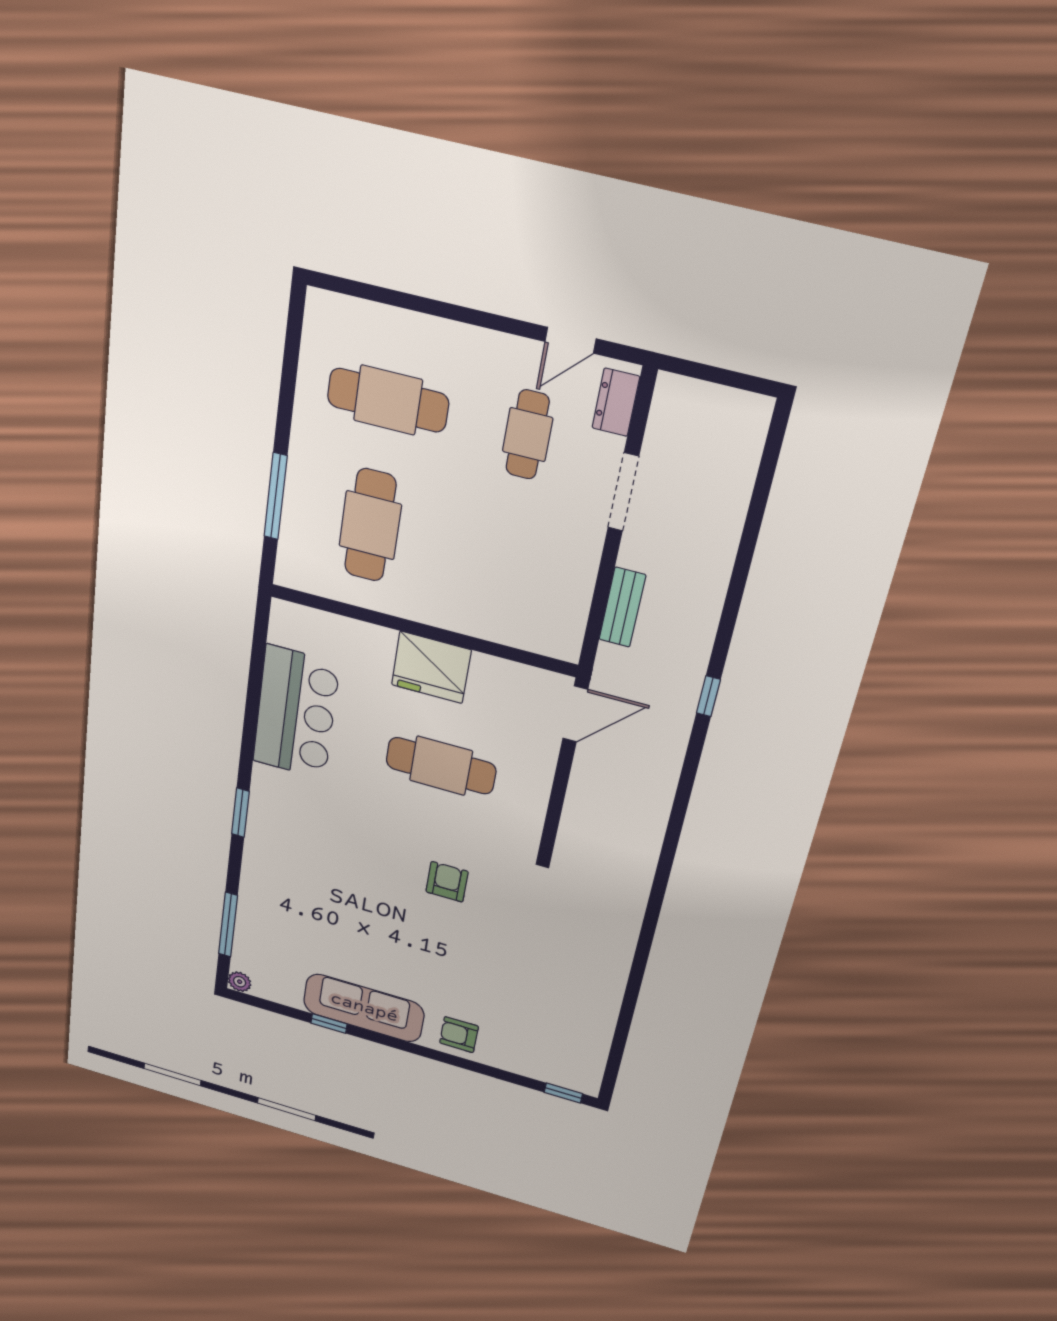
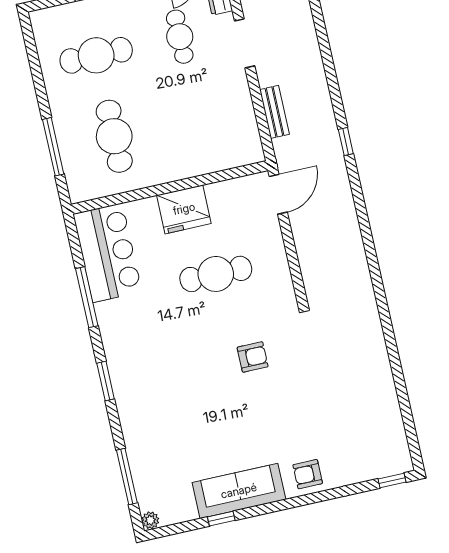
window: (252, 707) -> (87, 297), added
bar counter: (296, 713) -> (108, 253), moved
armchair: (447, 882) -> (253, 357), turned 90

